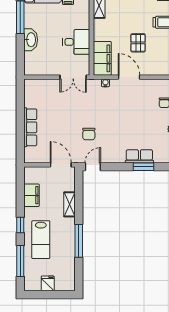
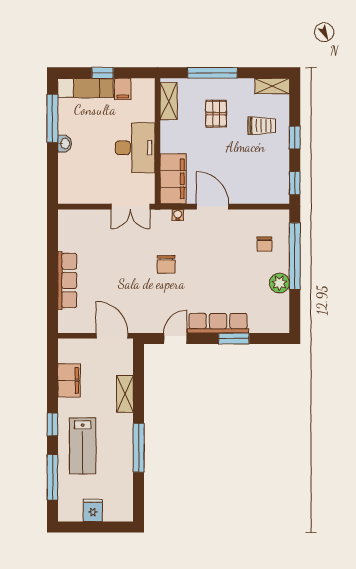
washbasin: (31, 40) -> (65, 144), width x0.52, depth x0.69
desk: (76, 42) -> (135, 148), width x1.37
pallet: (138, 43) -> (216, 114), moved
chair: (89, 134) -> (166, 264), moved
row of seats: (139, 156) -> (218, 323), width x1.48
door: (93, 167) -> (175, 338), moved

